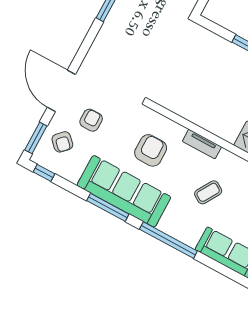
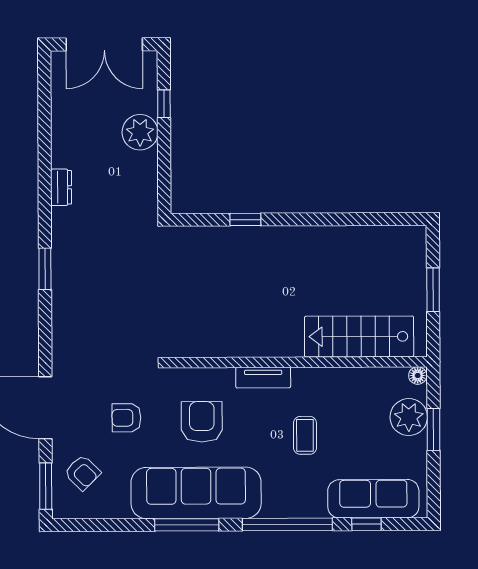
armchair: (91, 120) -> (126, 418), moved, turned -90
window: (44, 173) -> (366, 524), moved
coffee table: (208, 192) -> (305, 435), turned -31

